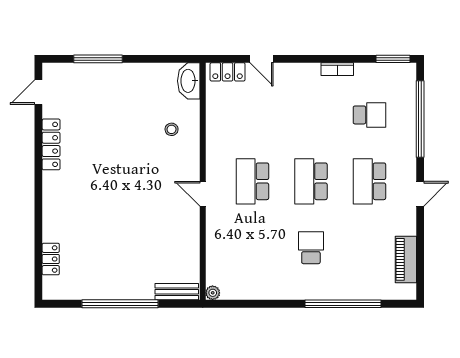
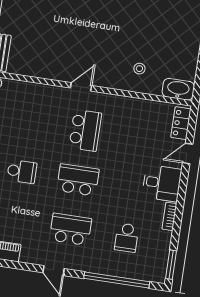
desk: (300, 84) -> (162, 183), added
school desk: (252, 181) -> (85, 130), turned 90

